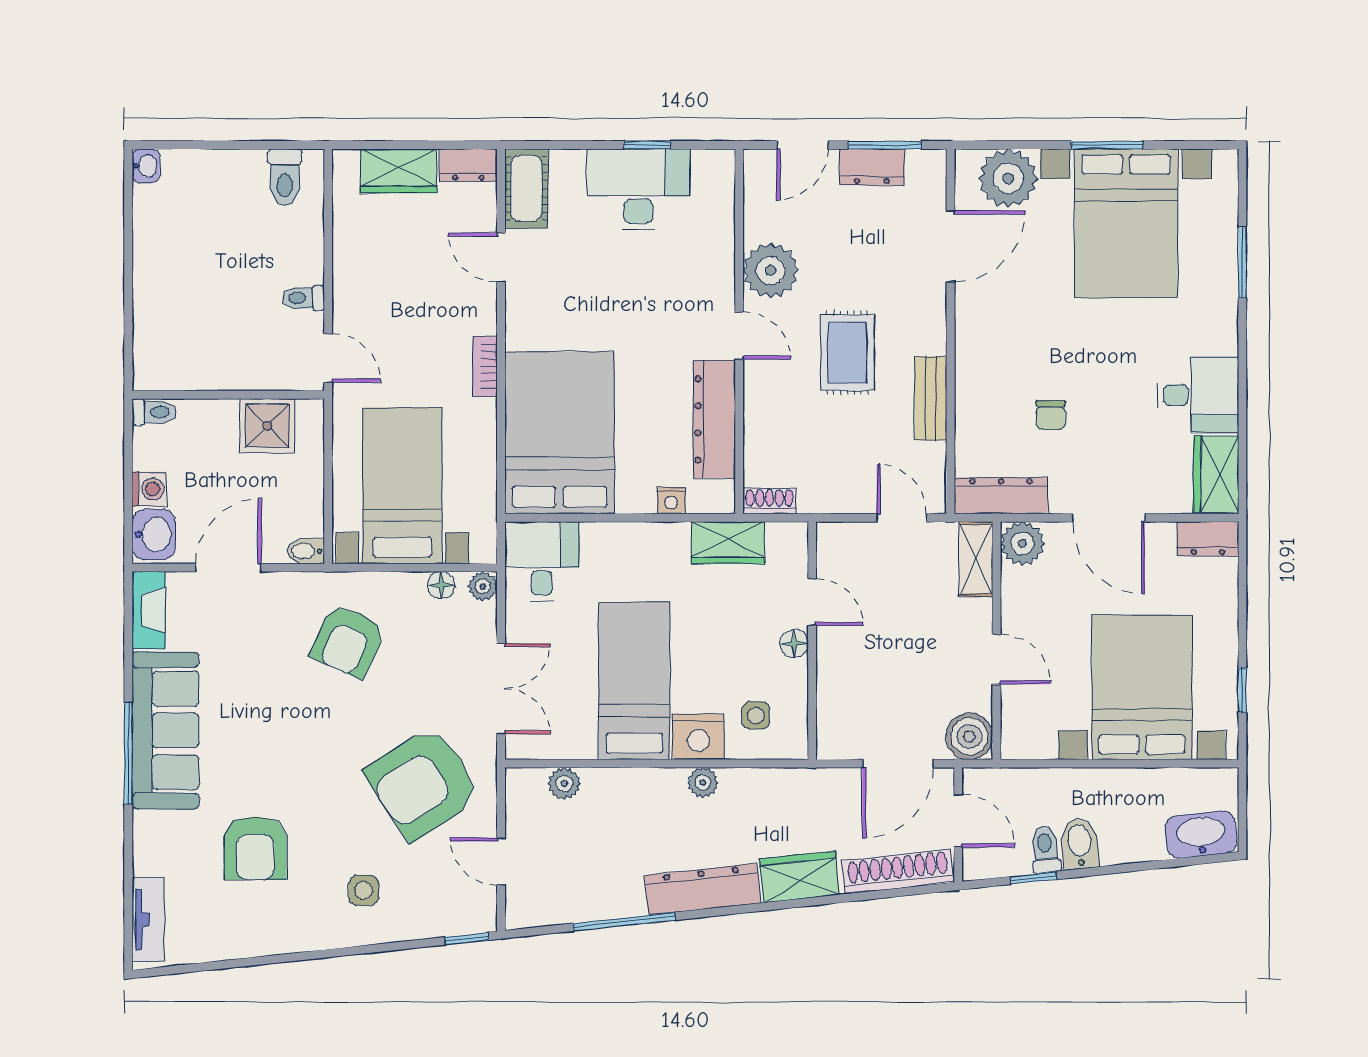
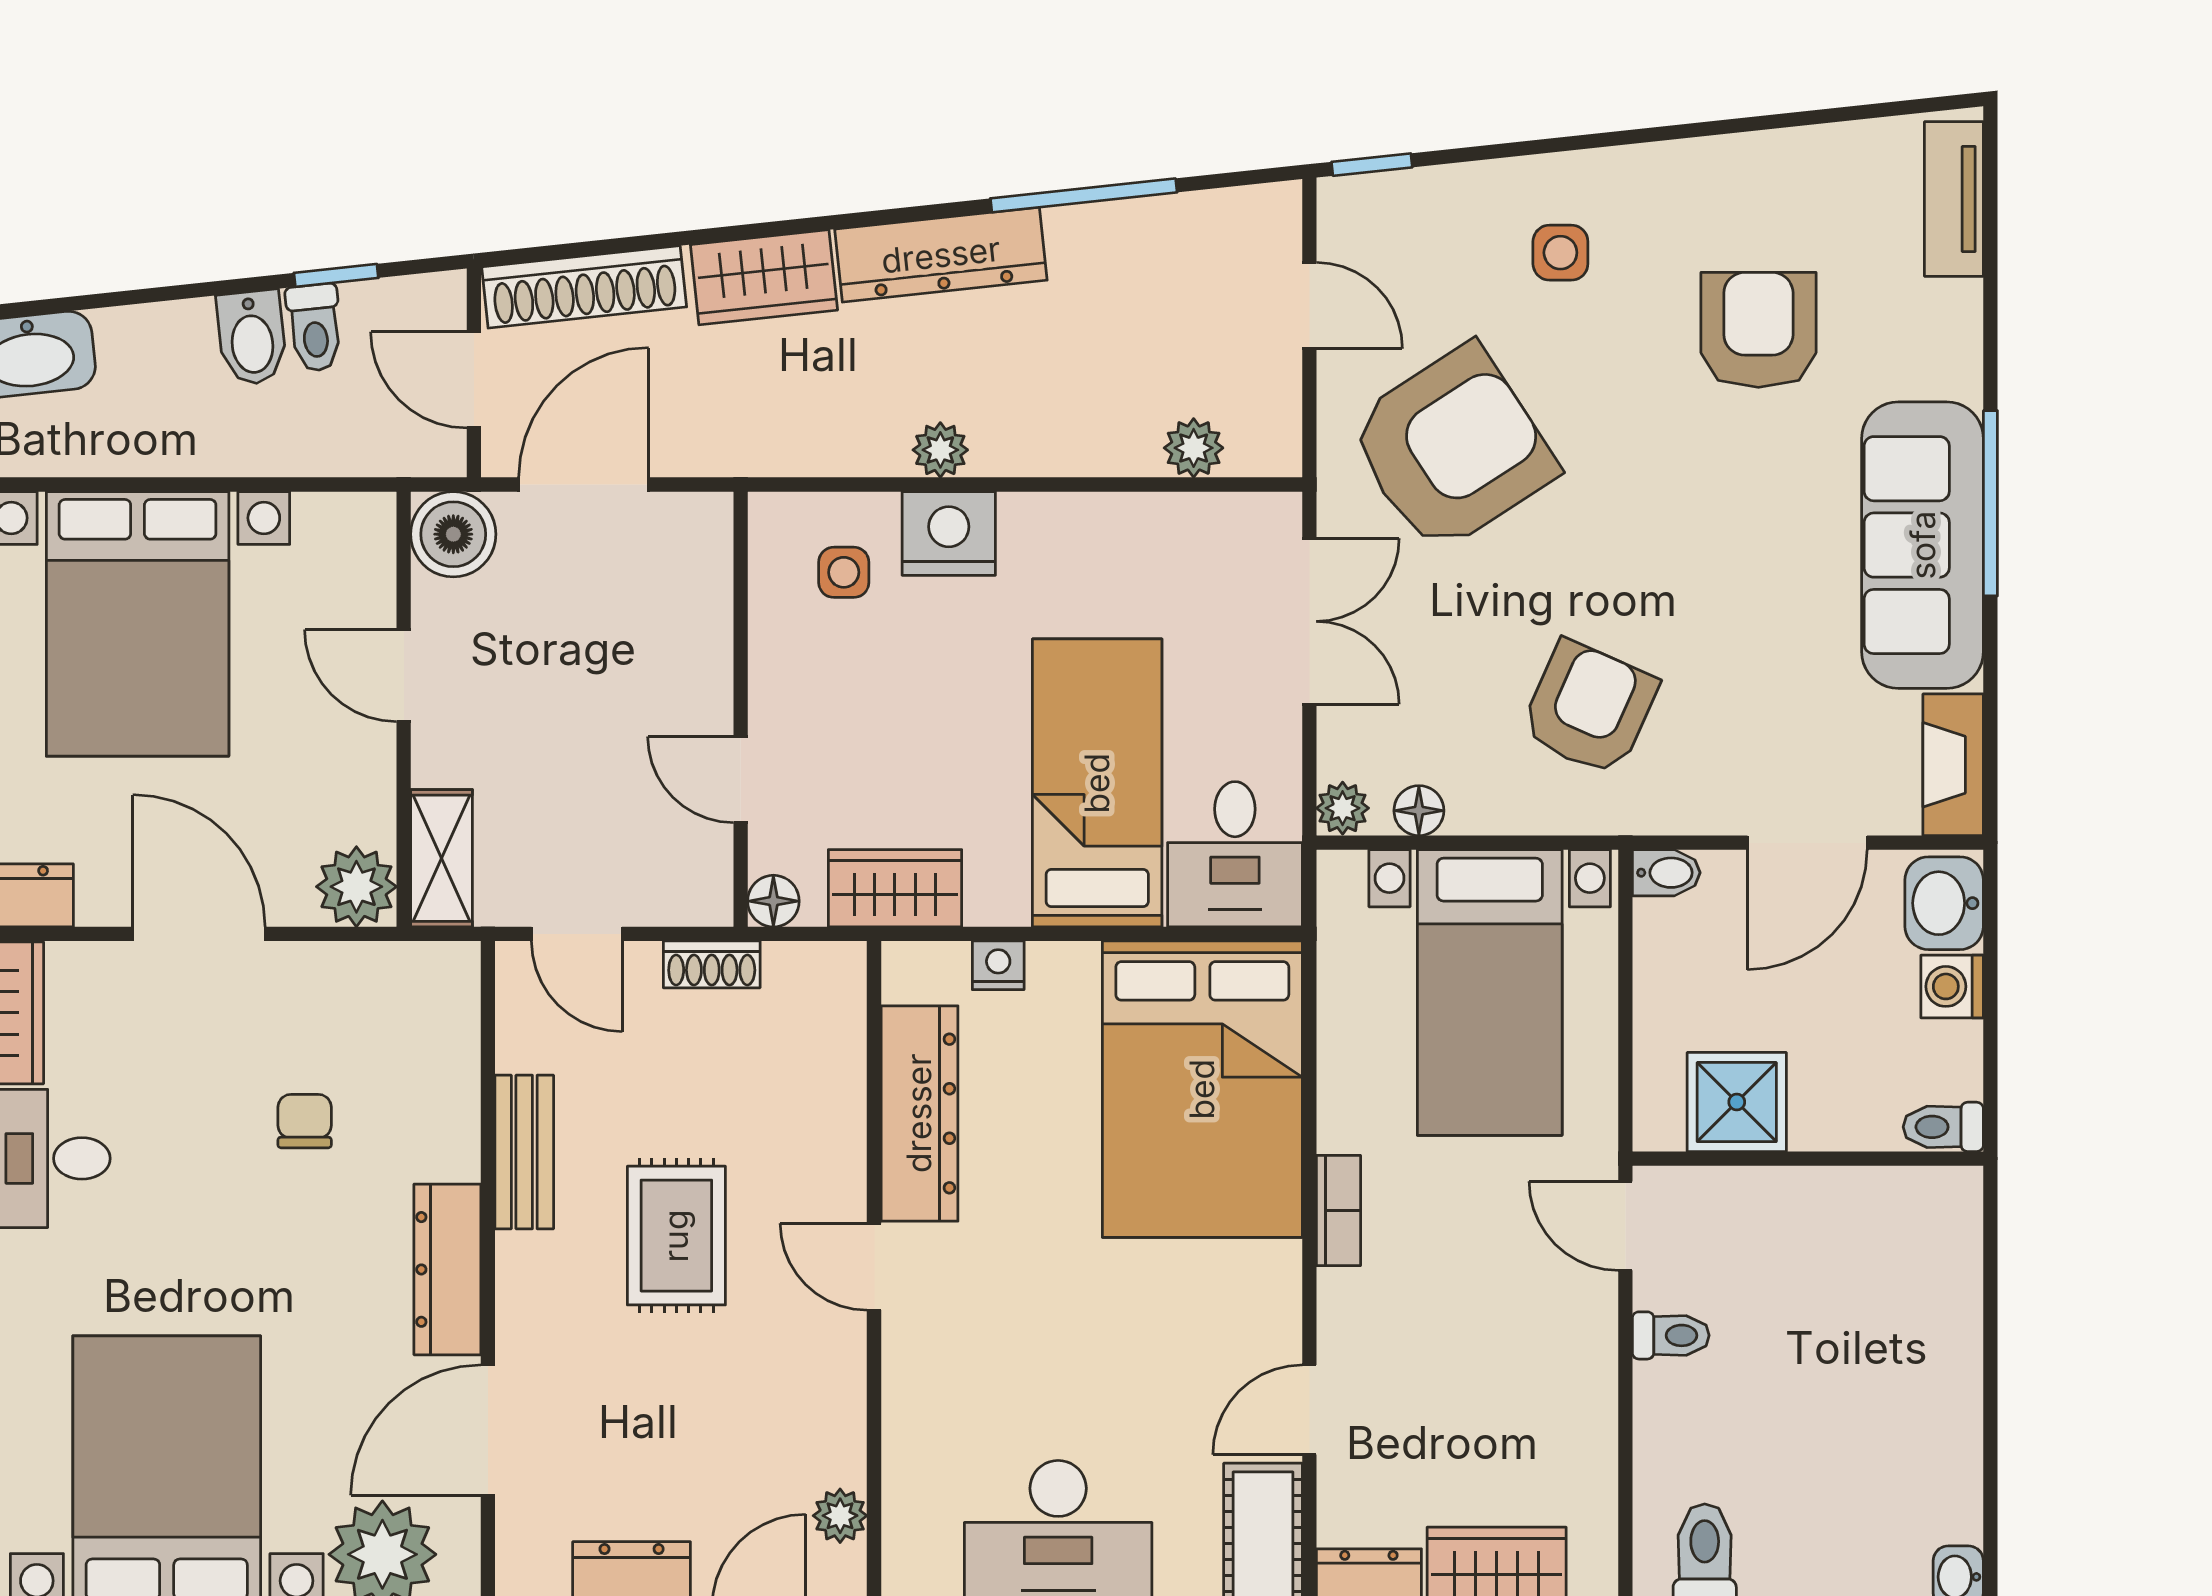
door: (501, 257) -> (1309, 1410), swing flipped
plant: (771, 270) -> (840, 1516), moved, width x0.53, depth x0.53
dresser: (1001, 496) -> (447, 1269), moved, turned 90
shoe rack: (769, 501) -> (712, 964), moved
floor lamp: (794, 643) -> (773, 901), moved
bed: (634, 681) -> (1097, 783), moved, turned 180
double door: (501, 689) -> (1309, 621), swing flipped

